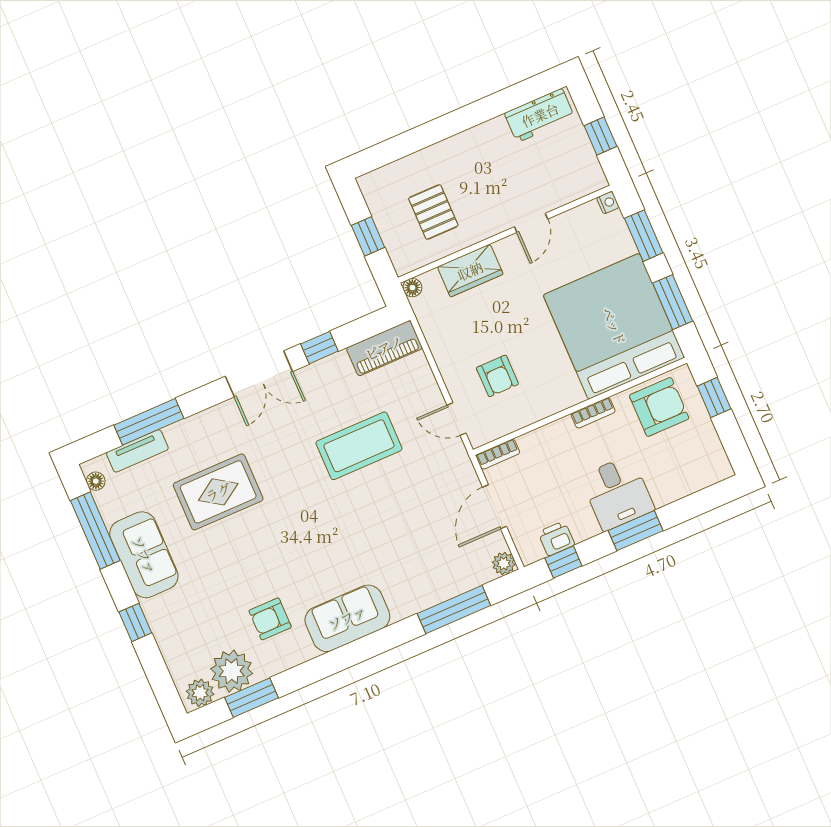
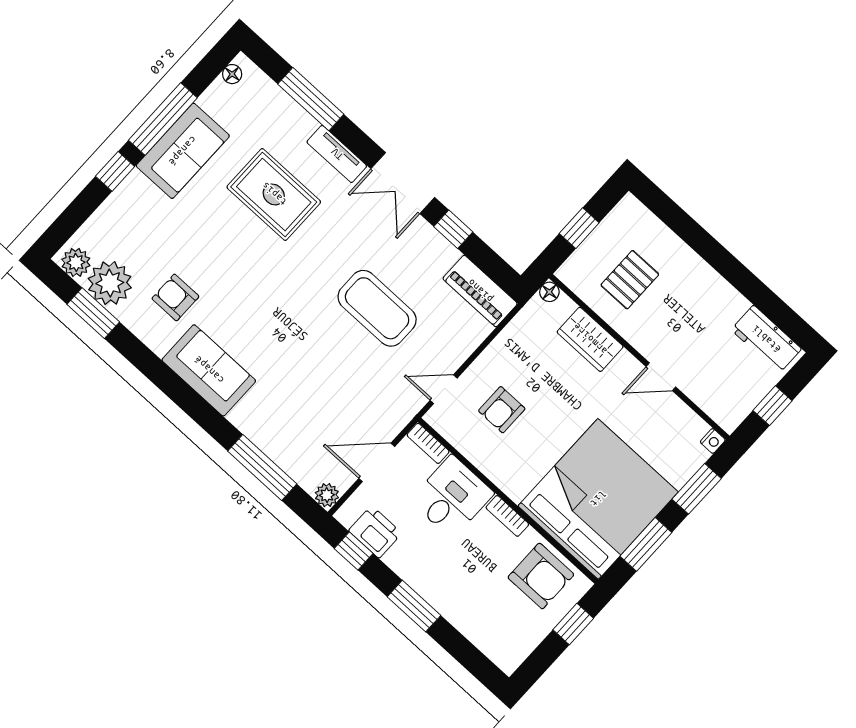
door: (456, 419) -> (444, 389), hinge flipped
tv unit: (137, 451) -> (337, 154), moved
desk: (617, 493) -> (452, 497), moved, turned 180
window: (95, 530) -> (163, 119), moved
printer: (556, 538) -> (375, 532), width x1.36, depth x1.24

